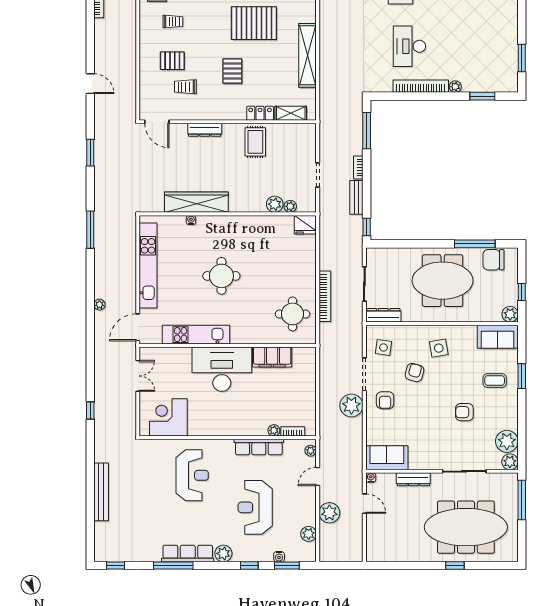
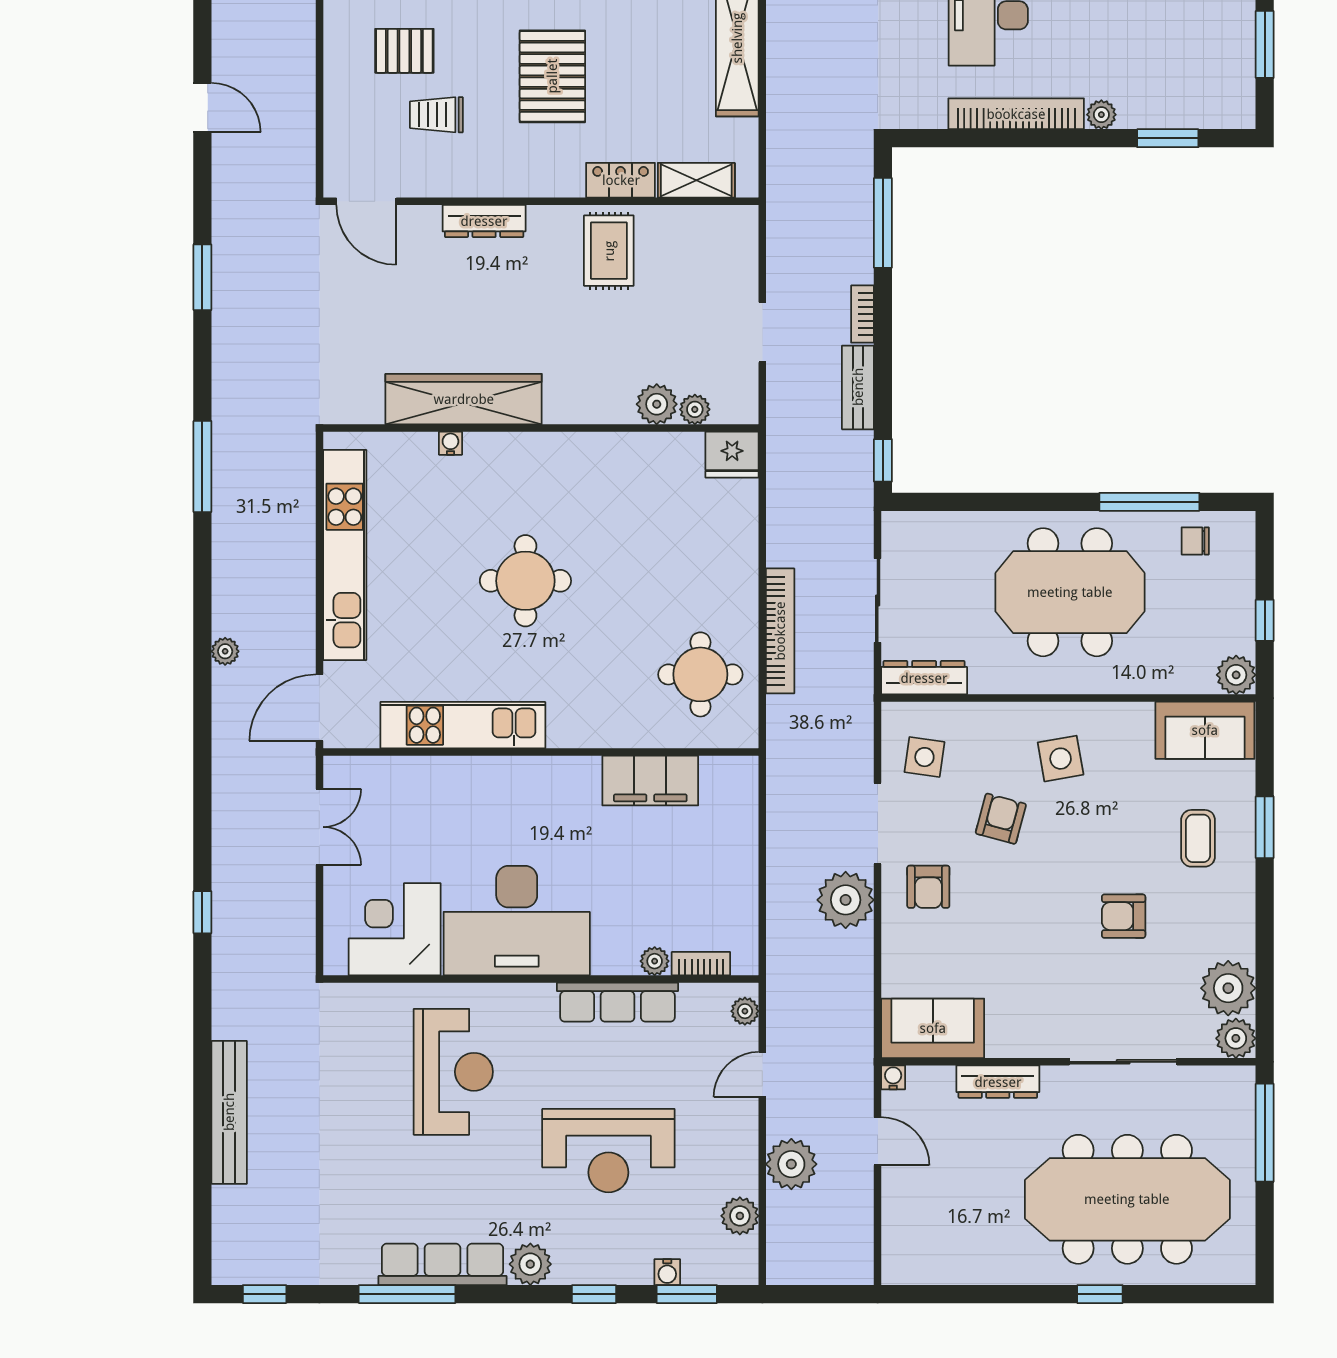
pallet: (232, 71) -> (552, 76), width x1.50, depth x1.42
chair: (493, 260) -> (1195, 541), width x0.54, depth x0.54
desk: (222, 369) -> (517, 921), moved, turned 180
coffee table: (495, 381) -> (1198, 838), turned 90
reception desk: (255, 507) -> (608, 1151), turned -90

